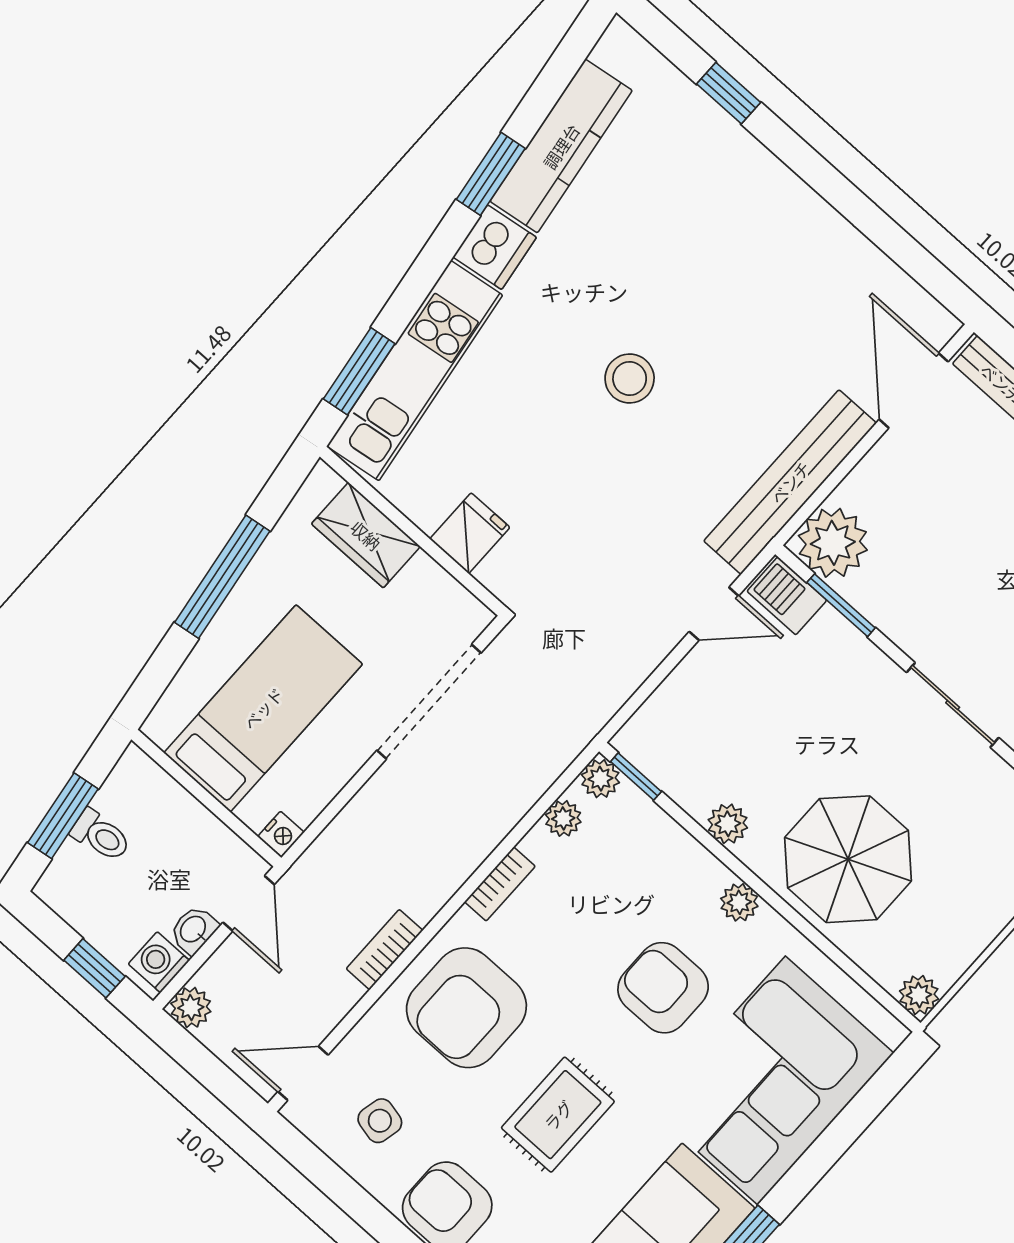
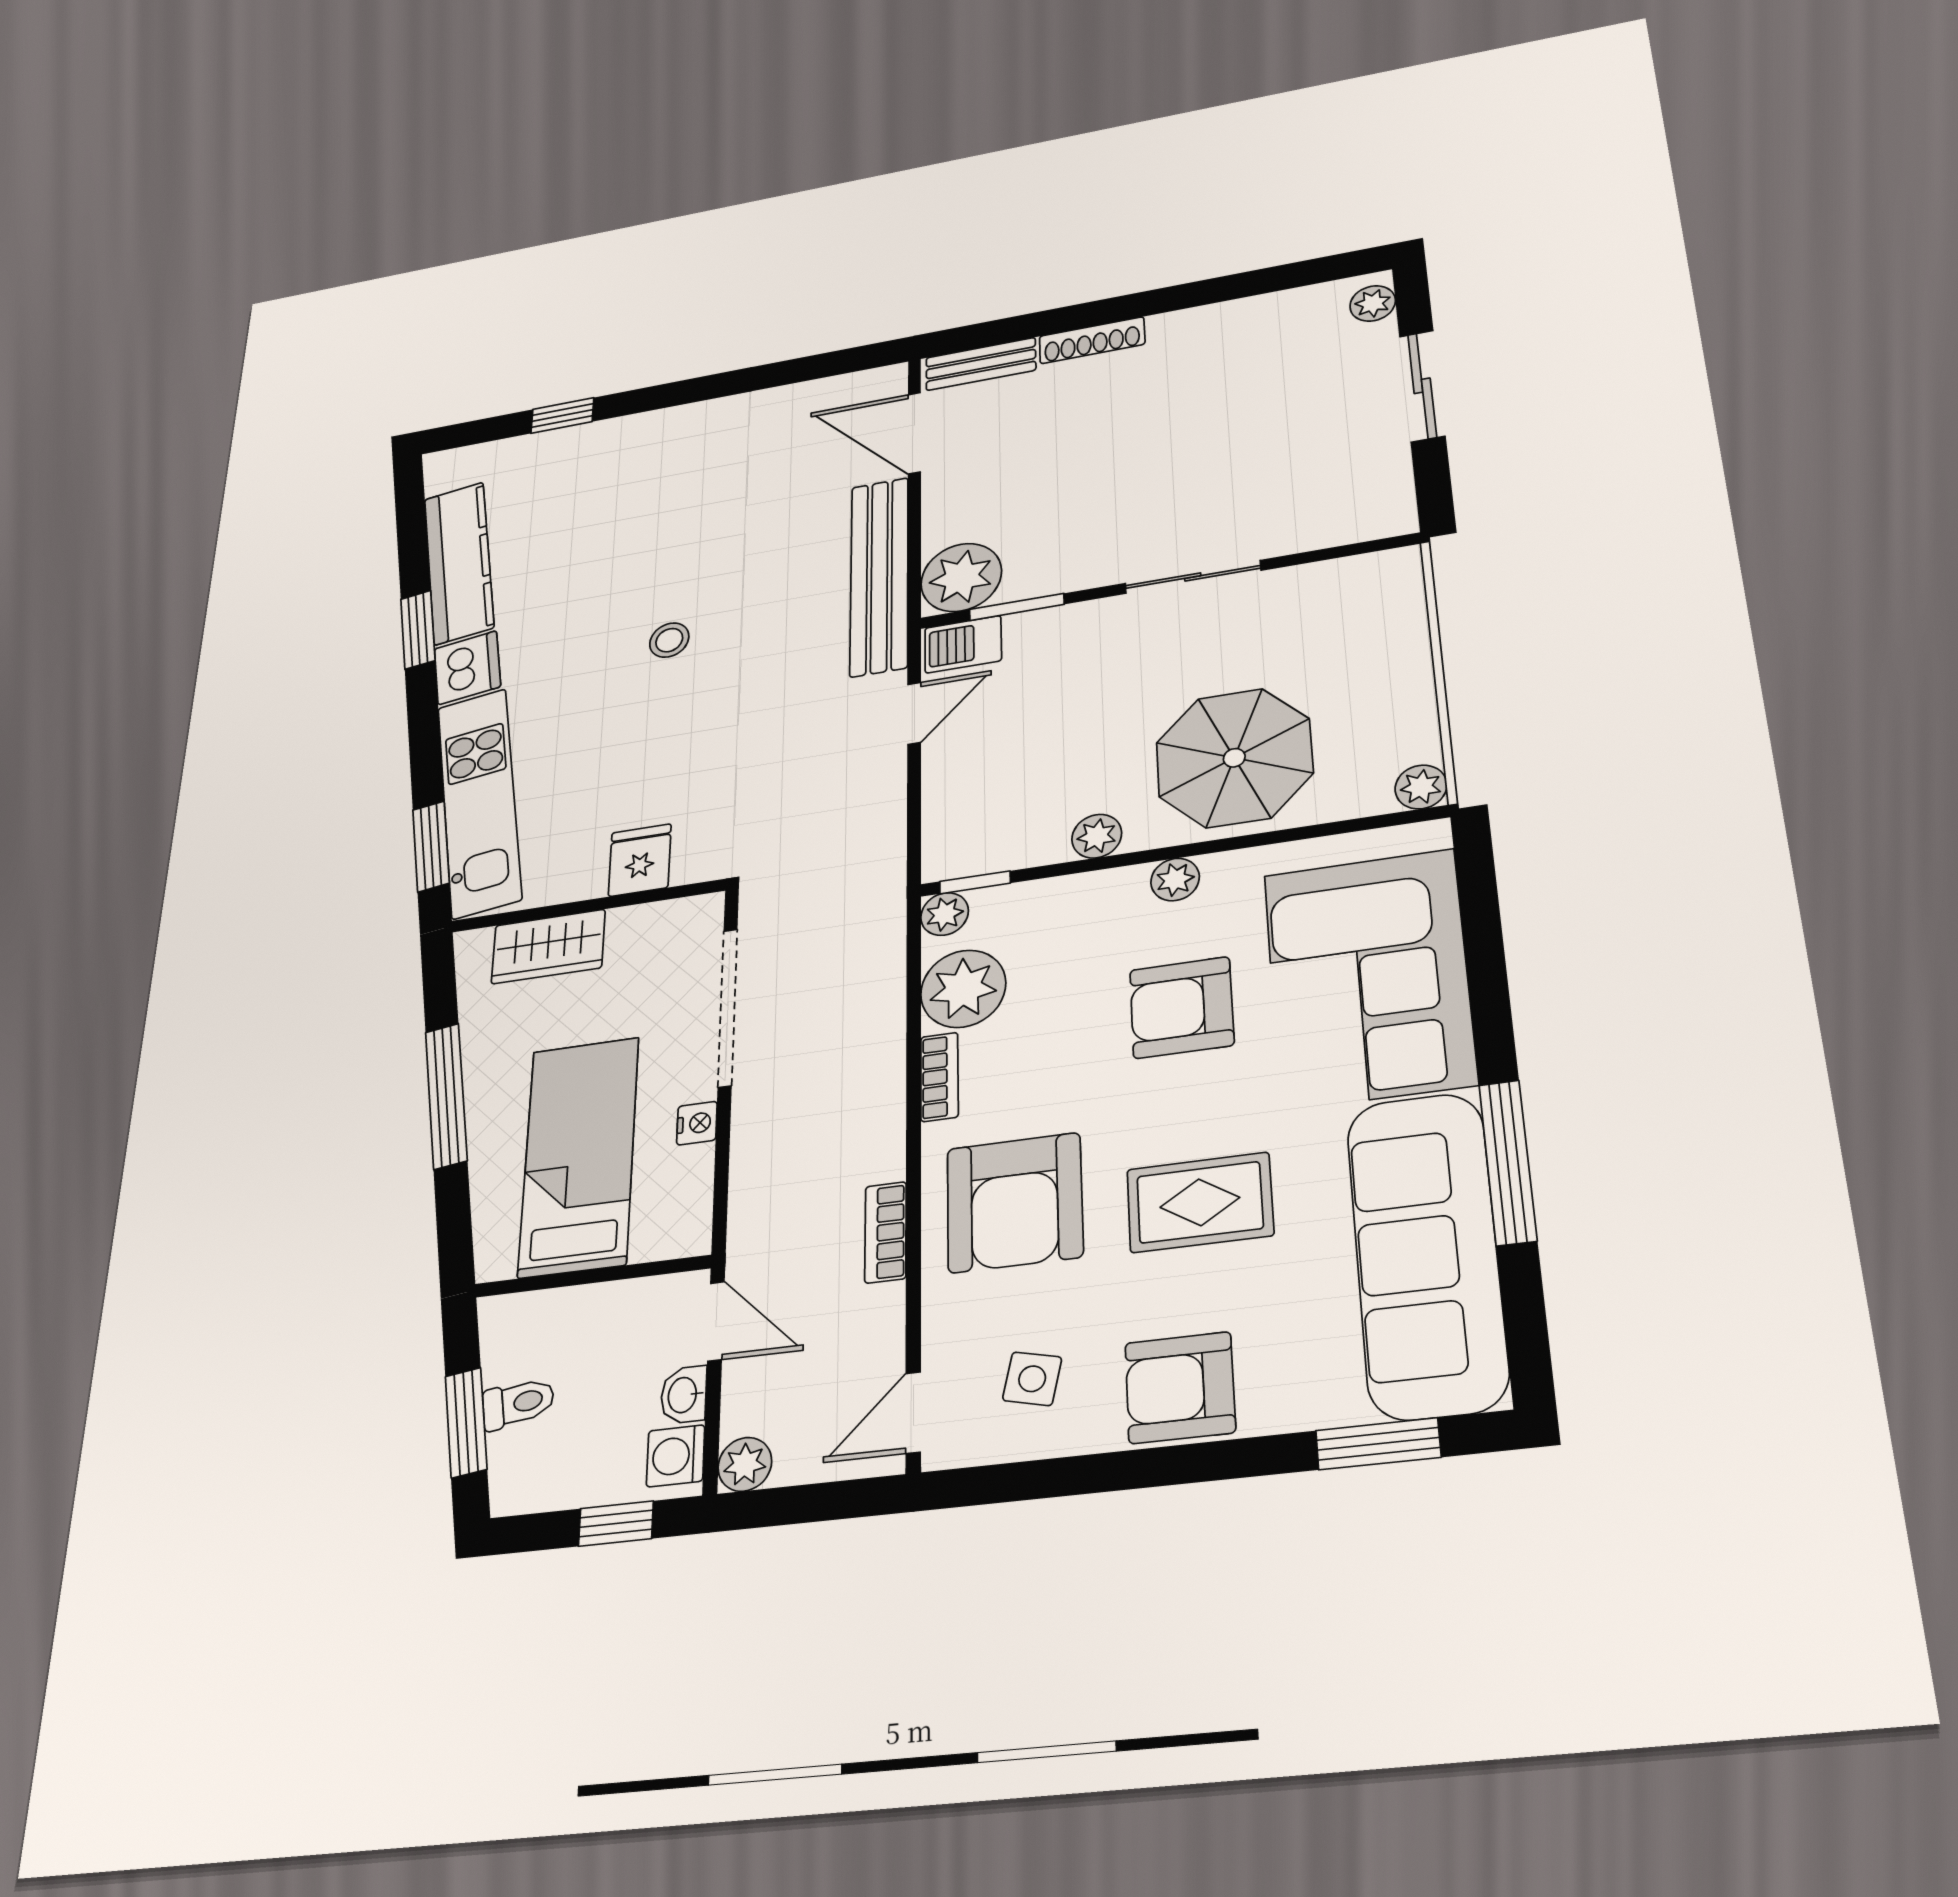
stool: (630, 379) -> (669, 640), width x0.73, depth x0.73
plant: (563, 818) -> (963, 989), width x1.88, depth x1.88
nightstand: (281, 834) -> (697, 1123), moved
rug: (558, 1115) -> (1200, 1202), turned 90

